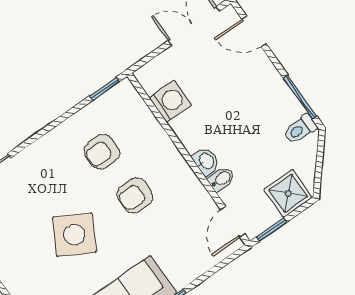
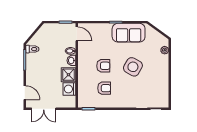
shower: (288, 193) -> (68, 75), moved
door: (233, 222) -> (77, 34), hinge flipped

